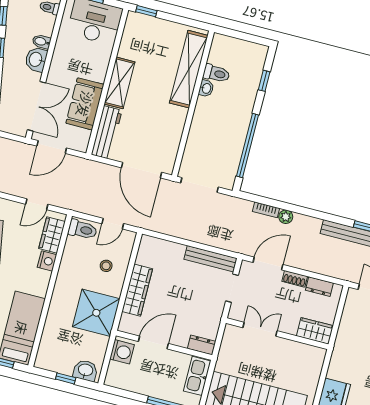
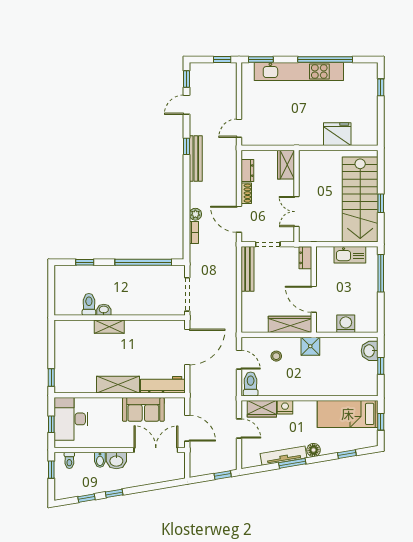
shelving: (189, 69) -> (109, 327), width x0.45, depth x0.75
shower: (96, 313) -> (310, 346), width x0.54, depth x0.54
door: (153, 343) -> (314, 299), moved
wall: (164, 345) -> (314, 290), moved
dresser: (202, 345) -> (305, 258), moved

